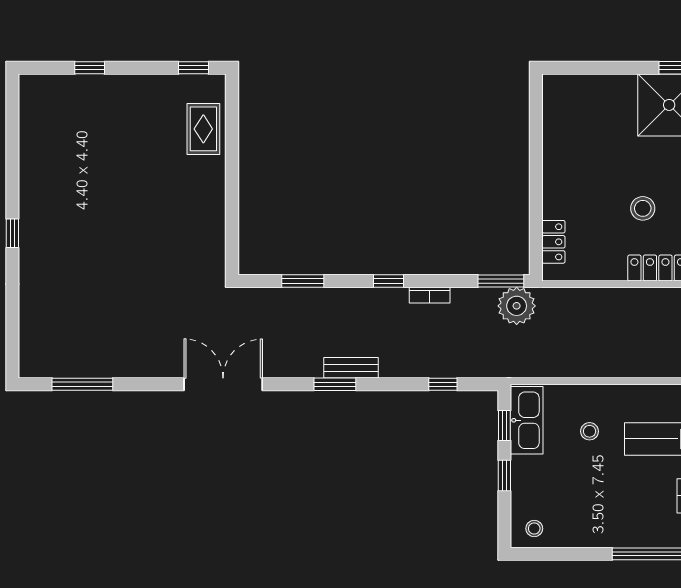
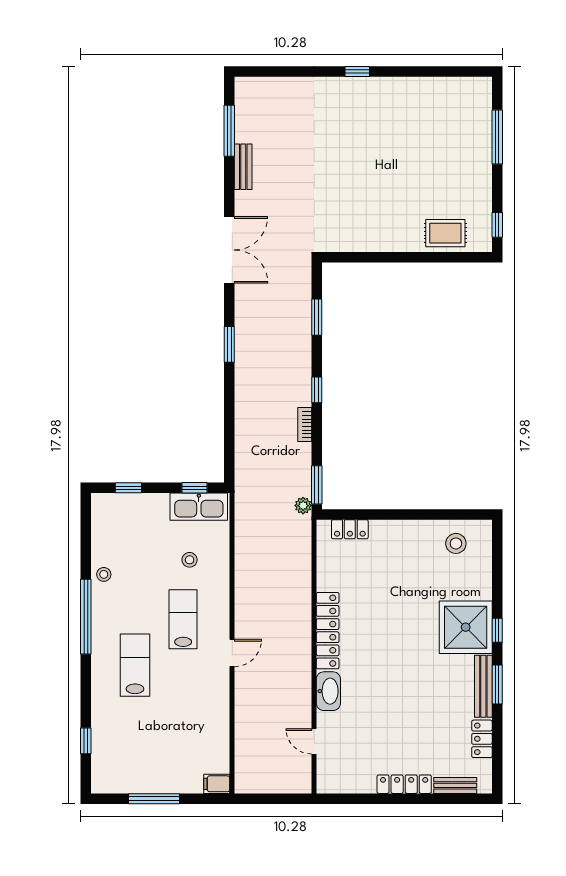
window: (90, 68) -> (497, 137), width x2.17
stool: (643, 208) -> (456, 543), moved
plant: (517, 306) -> (303, 506), width x0.53, depth x0.53
bench: (351, 368) -> (243, 167), moved
window: (443, 384) -> (229, 436), removed
window: (504, 476) -> (128, 488), moved
stool: (534, 529) -> (104, 574), moved

